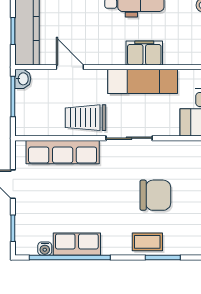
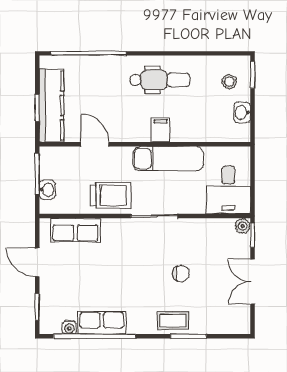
filing cabinet: (144, 53) -> (161, 130), width x0.50
washbasin: (23, 79) -> (47, 190), moved
trolley: (86, 118) -> (111, 195), turned 180
row of seats: (63, 152) -> (75, 230), width x0.68
chair: (155, 195) -> (181, 273), width x0.54, depth x0.54

